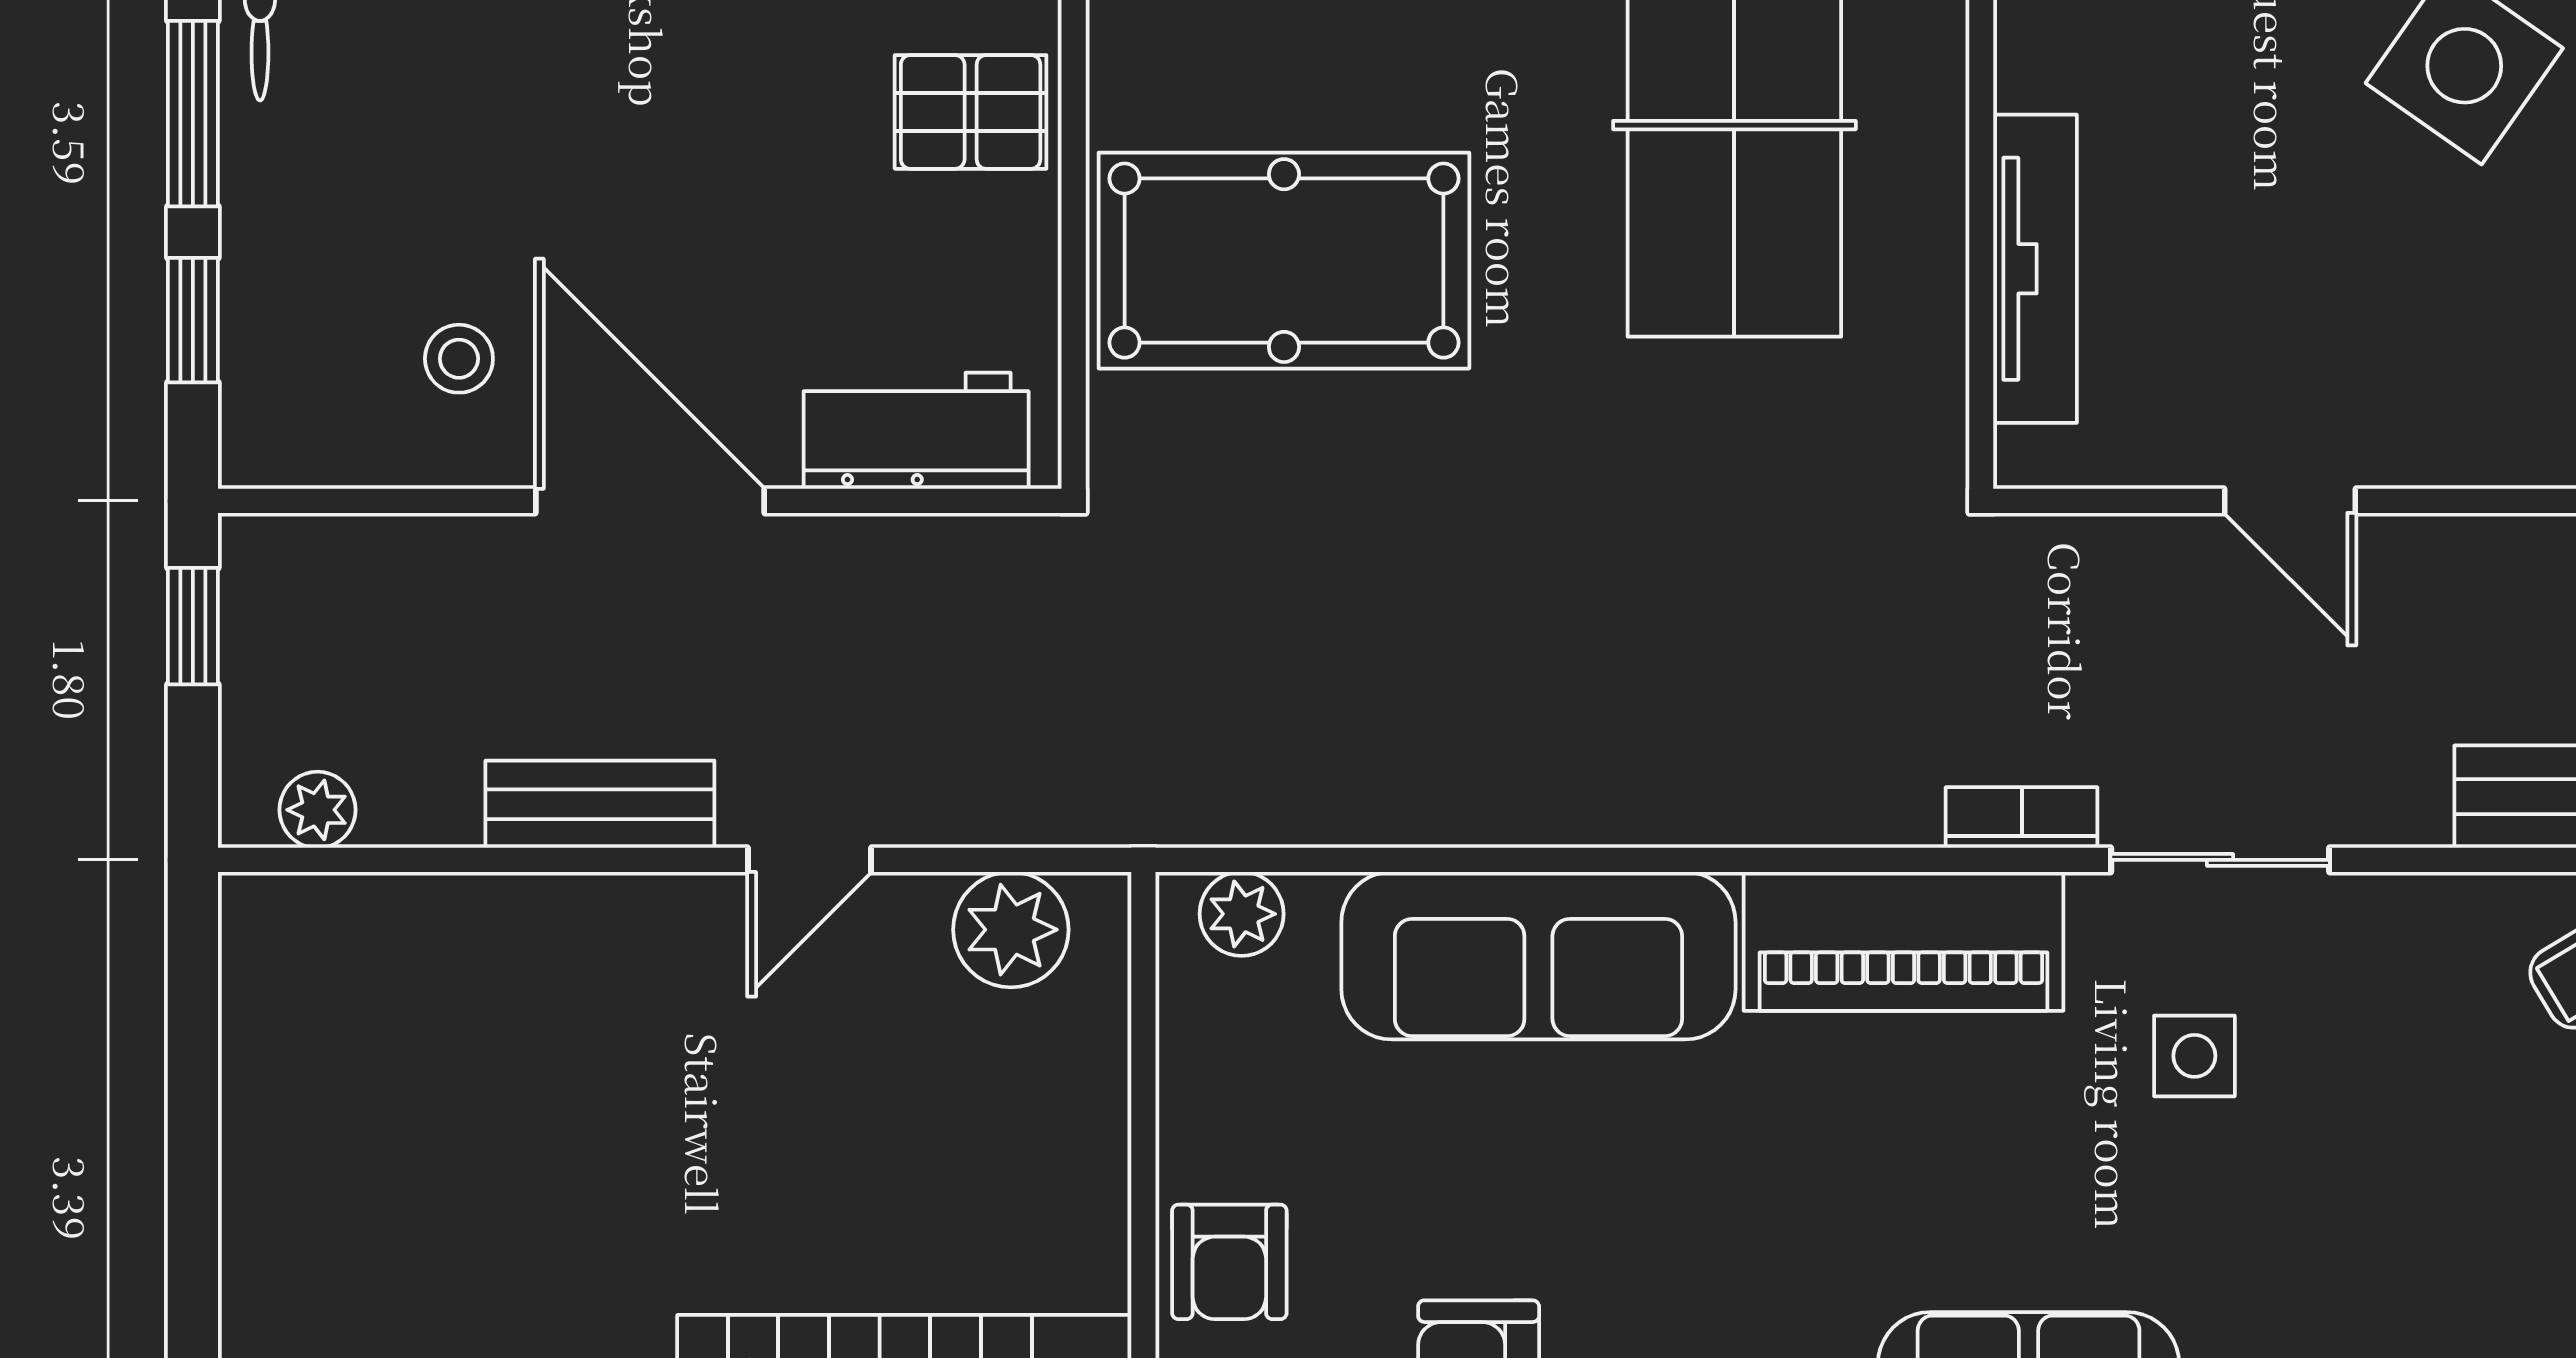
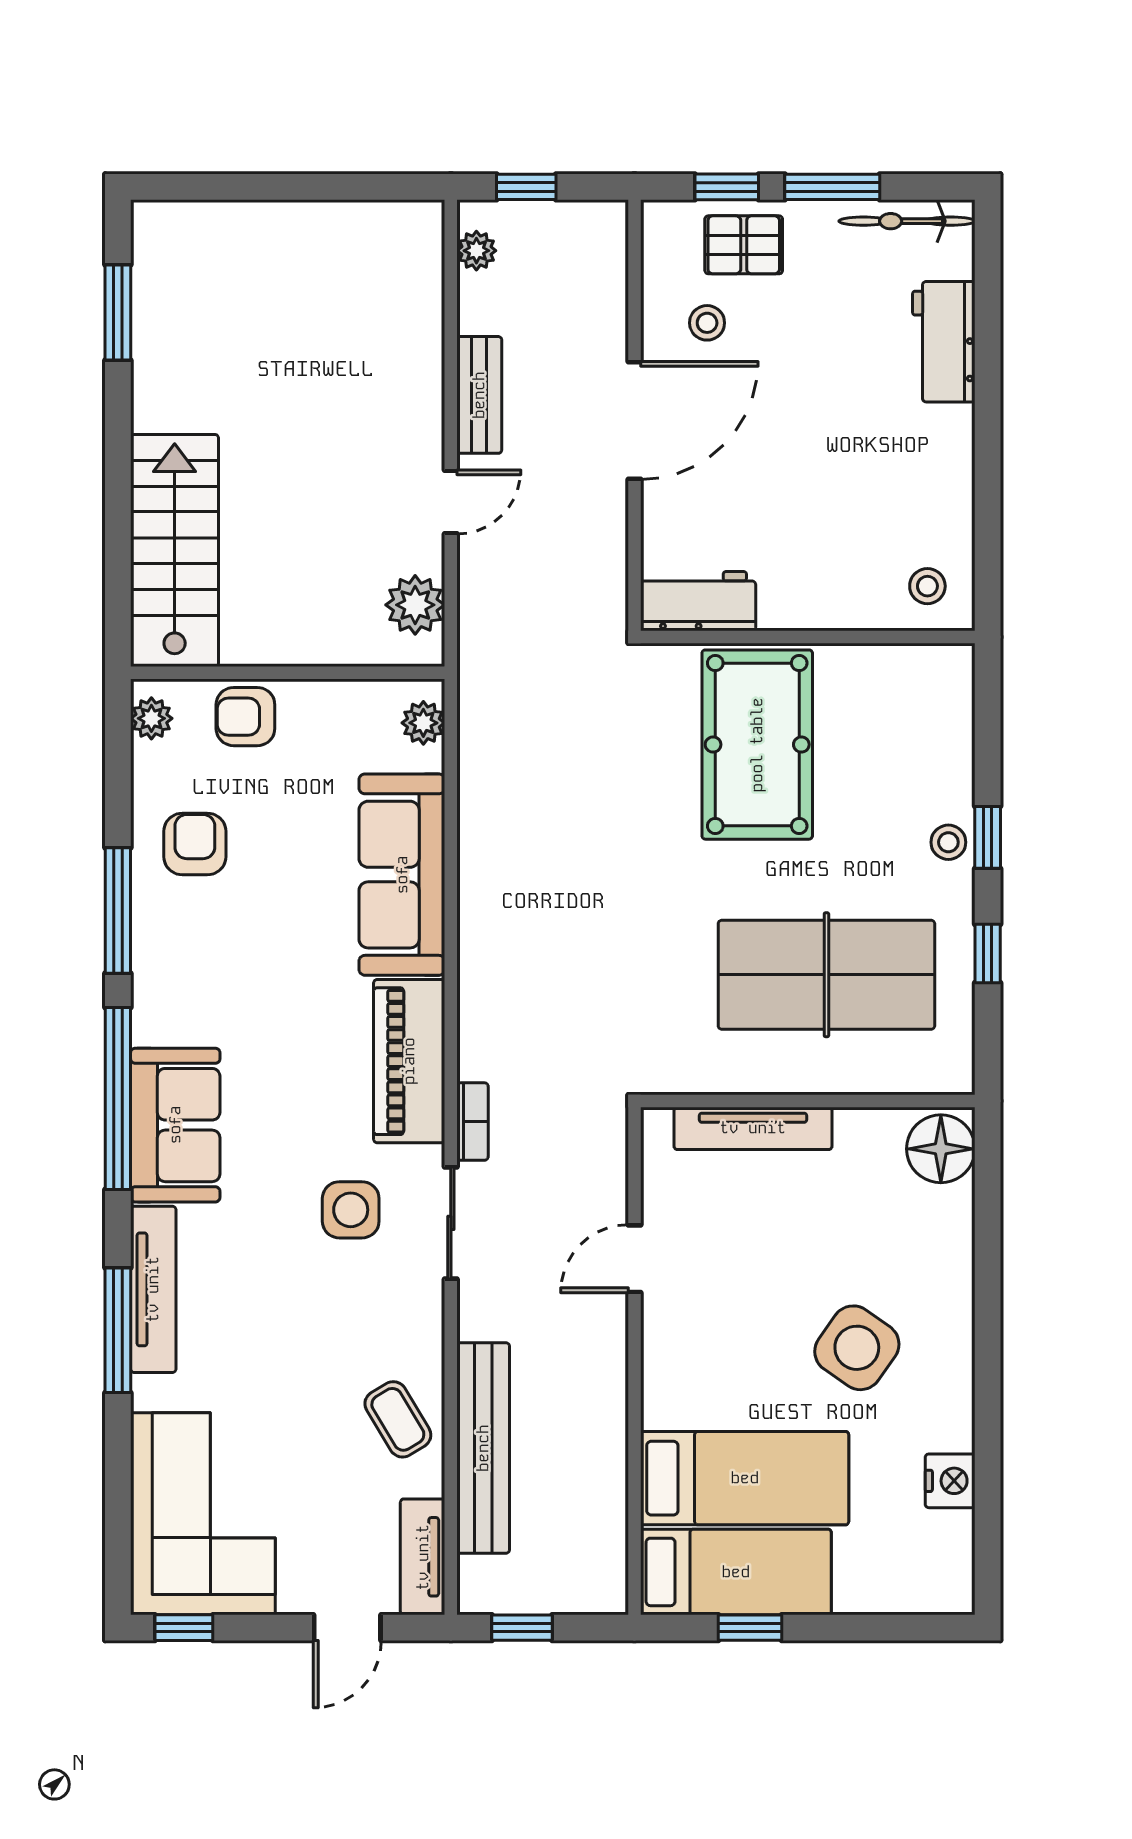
pallet: (971, 112) -> (744, 245), moved, turned 90
workbench: (916, 431) -> (698, 601), moved, turned -90
window: (193, 626) -> (526, 187), moved
door: (810, 860) -> (451, 502), swing flipped
side table: (2194, 1056) -> (351, 1210), width x1.37, depth x1.37

